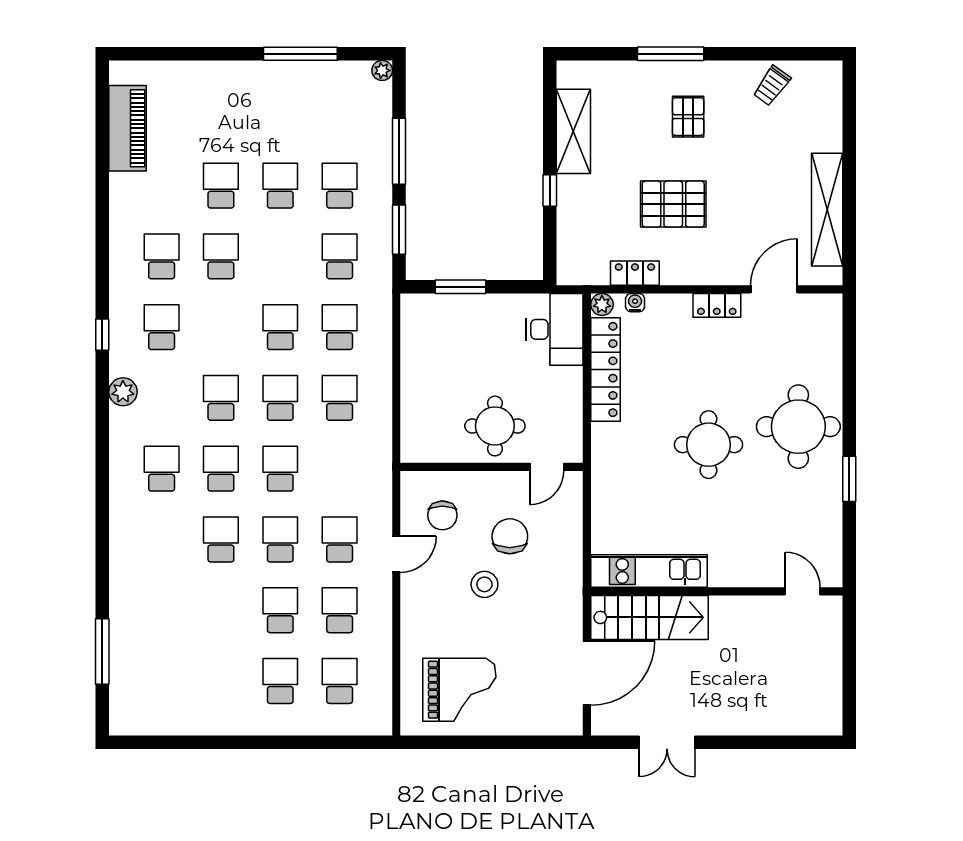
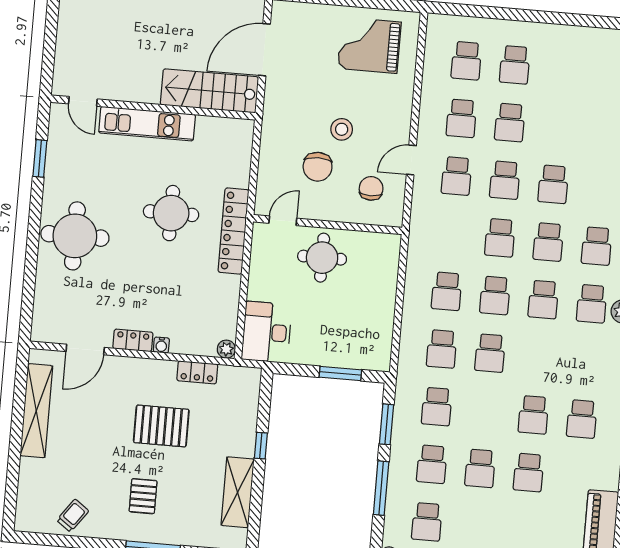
school desk: (340, 115) -> (427, 522), added
water cooler: (635, 303) -> (161, 345), moved
school desk: (162, 327) -> (592, 304), moved
locker: (606, 369) -> (234, 231), moved
round table: (708, 445) -> (171, 213), moved
window: (849, 479) -> (40, 158), moved
kitchen unit: (649, 571) -> (147, 124), moved

